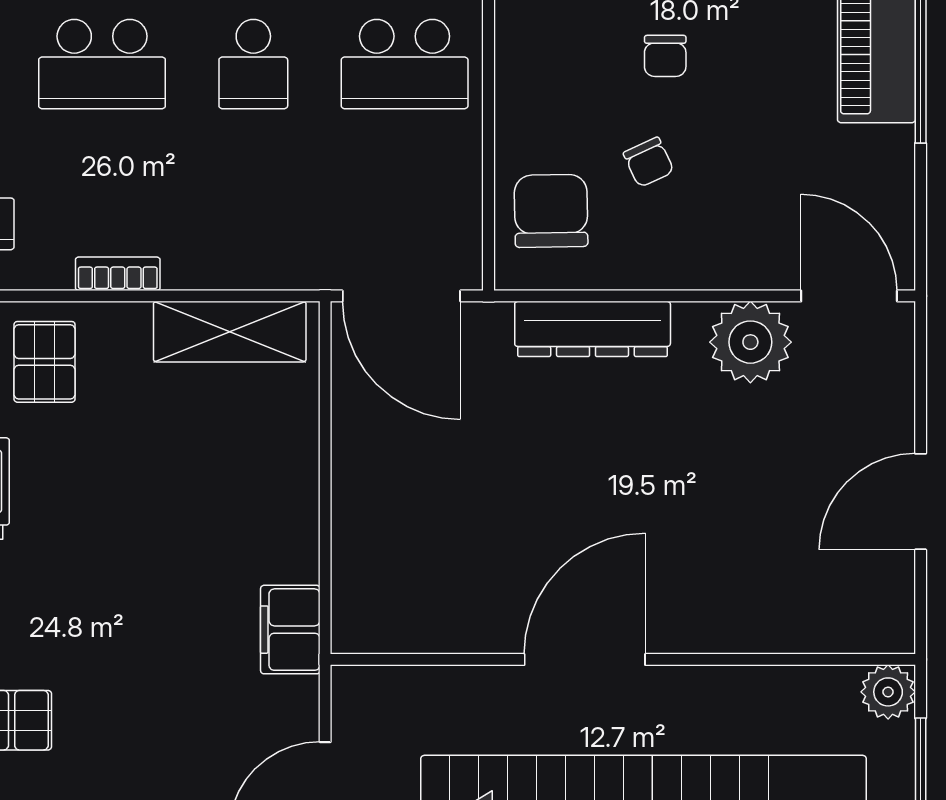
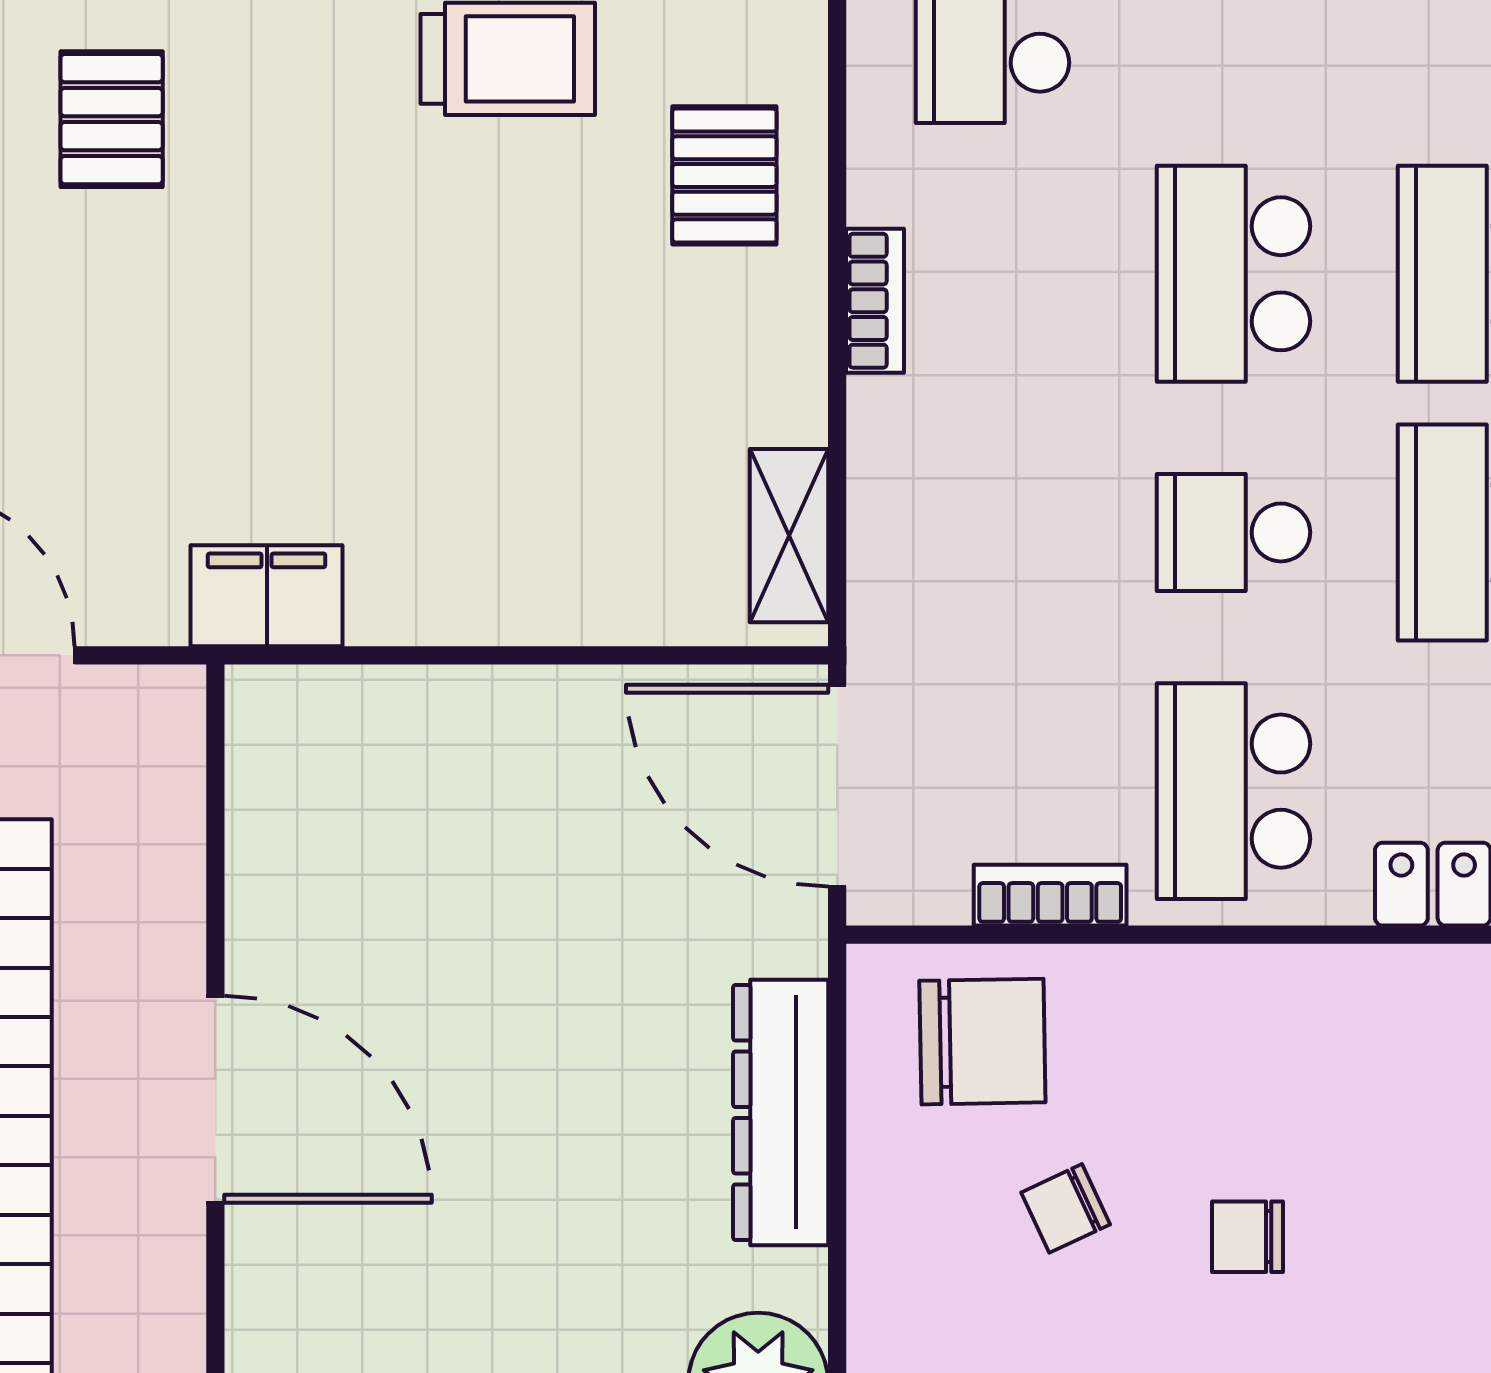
bookcase: (465, 171) -> (1050, 895), added
door: (401, 296) -> (837, 786), hinge flipped
shelving: (230, 332) -> (789, 536), width x0.67, depth x0.75
pallet: (45, 362) -> (724, 175), turned 90

